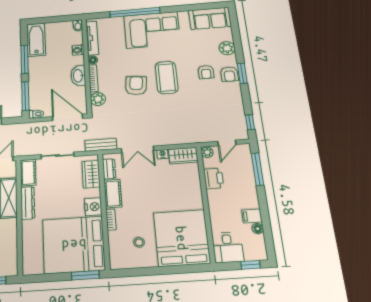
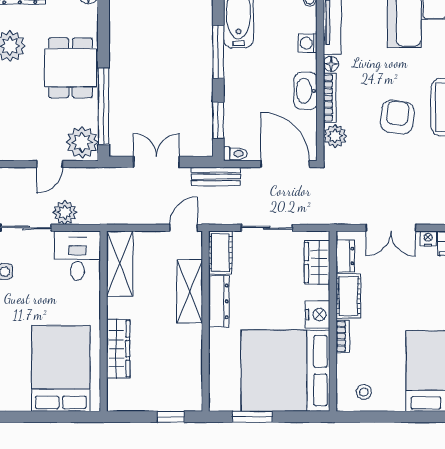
window: (25, 96) -> (218, 120), width x0.69
bench: (101, 145) -> (216, 177), moved
stool: (139, 242) -> (364, 392), moved
window: (85, 275) -> (252, 417), moved

